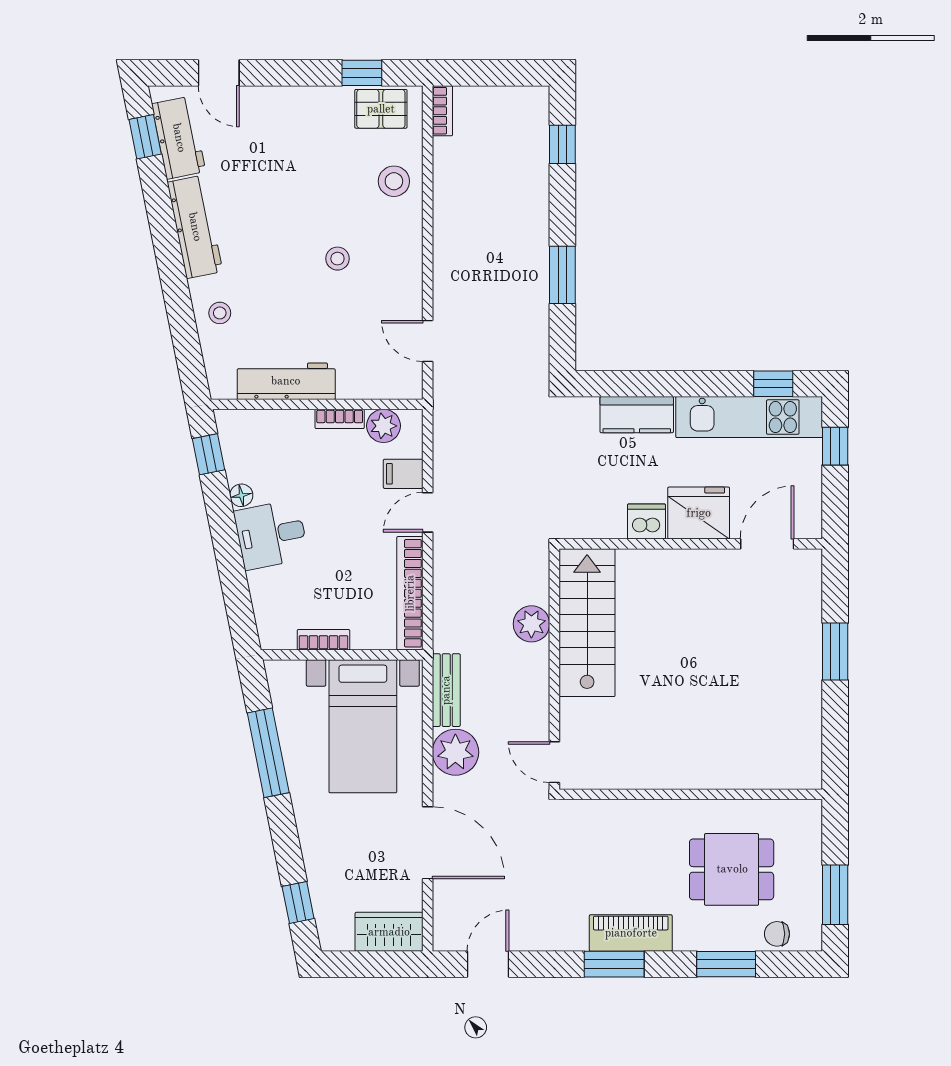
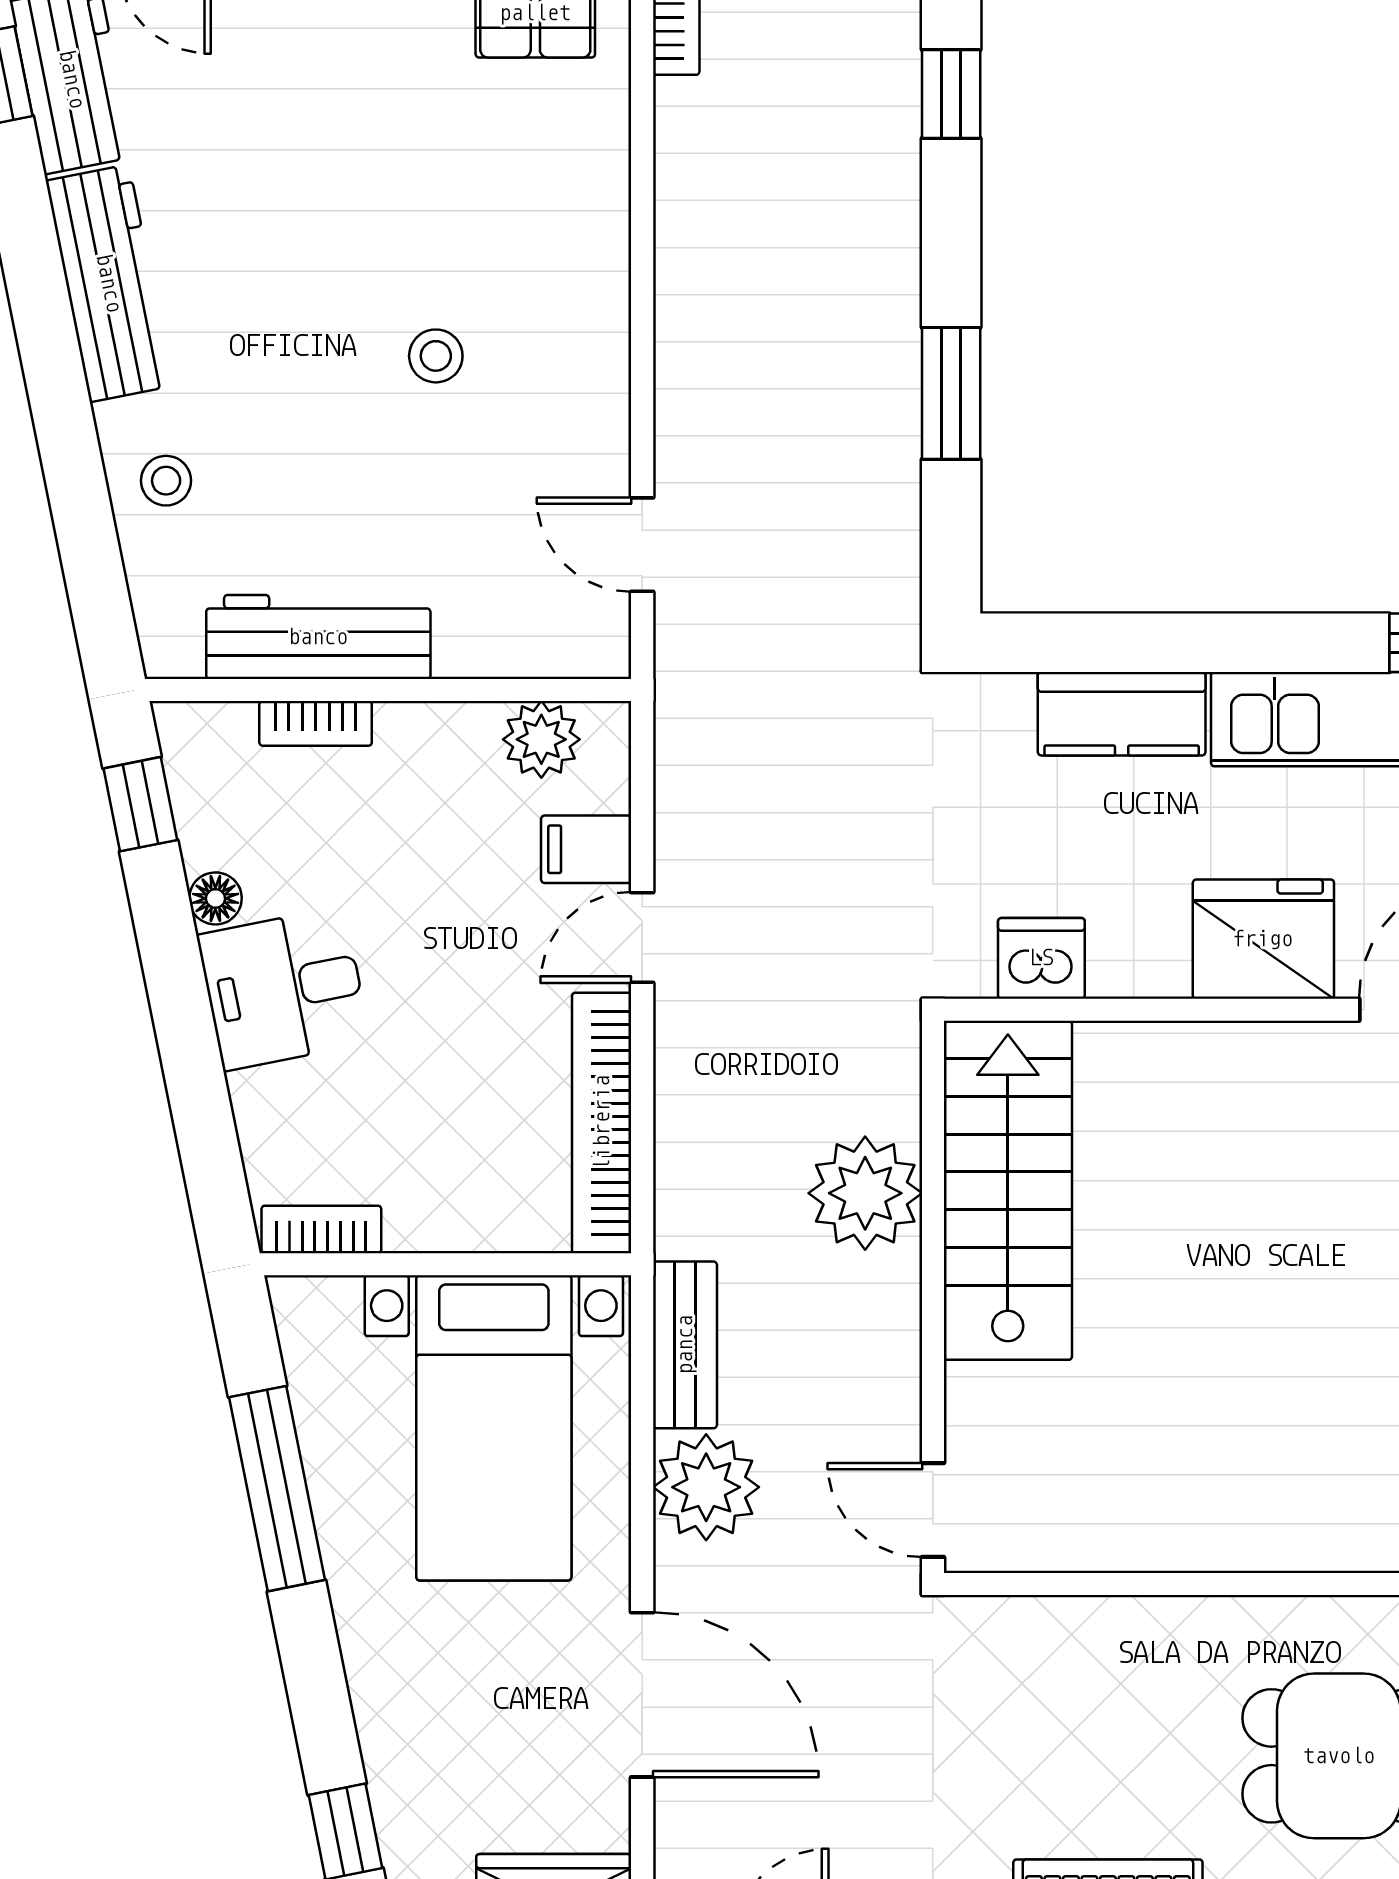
stool: (394, 181) -> (565, 179), removed
bookcase: (340, 419) -> (316, 723), moved
dishwasher: (646, 521) -> (1041, 958), moved
plant: (531, 624) -> (865, 1193), width x1.36, depth x1.36
bookcase: (323, 640) -> (321, 1229), moved

